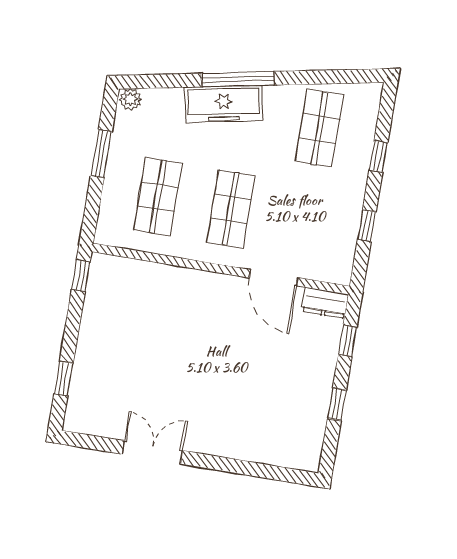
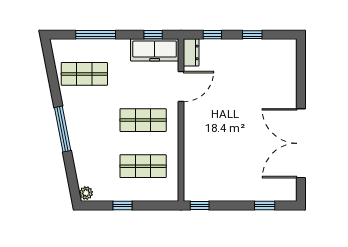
freezer: (224, 104) -> (155, 50), moved, turned 101
window: (101, 154) -> (122, 205), width x0.67
window: (378, 156) -> (96, 35), width x2.17
window: (367, 226) -> (153, 35), moved
double door: (152, 452) -> (301, 143), width x1.87

